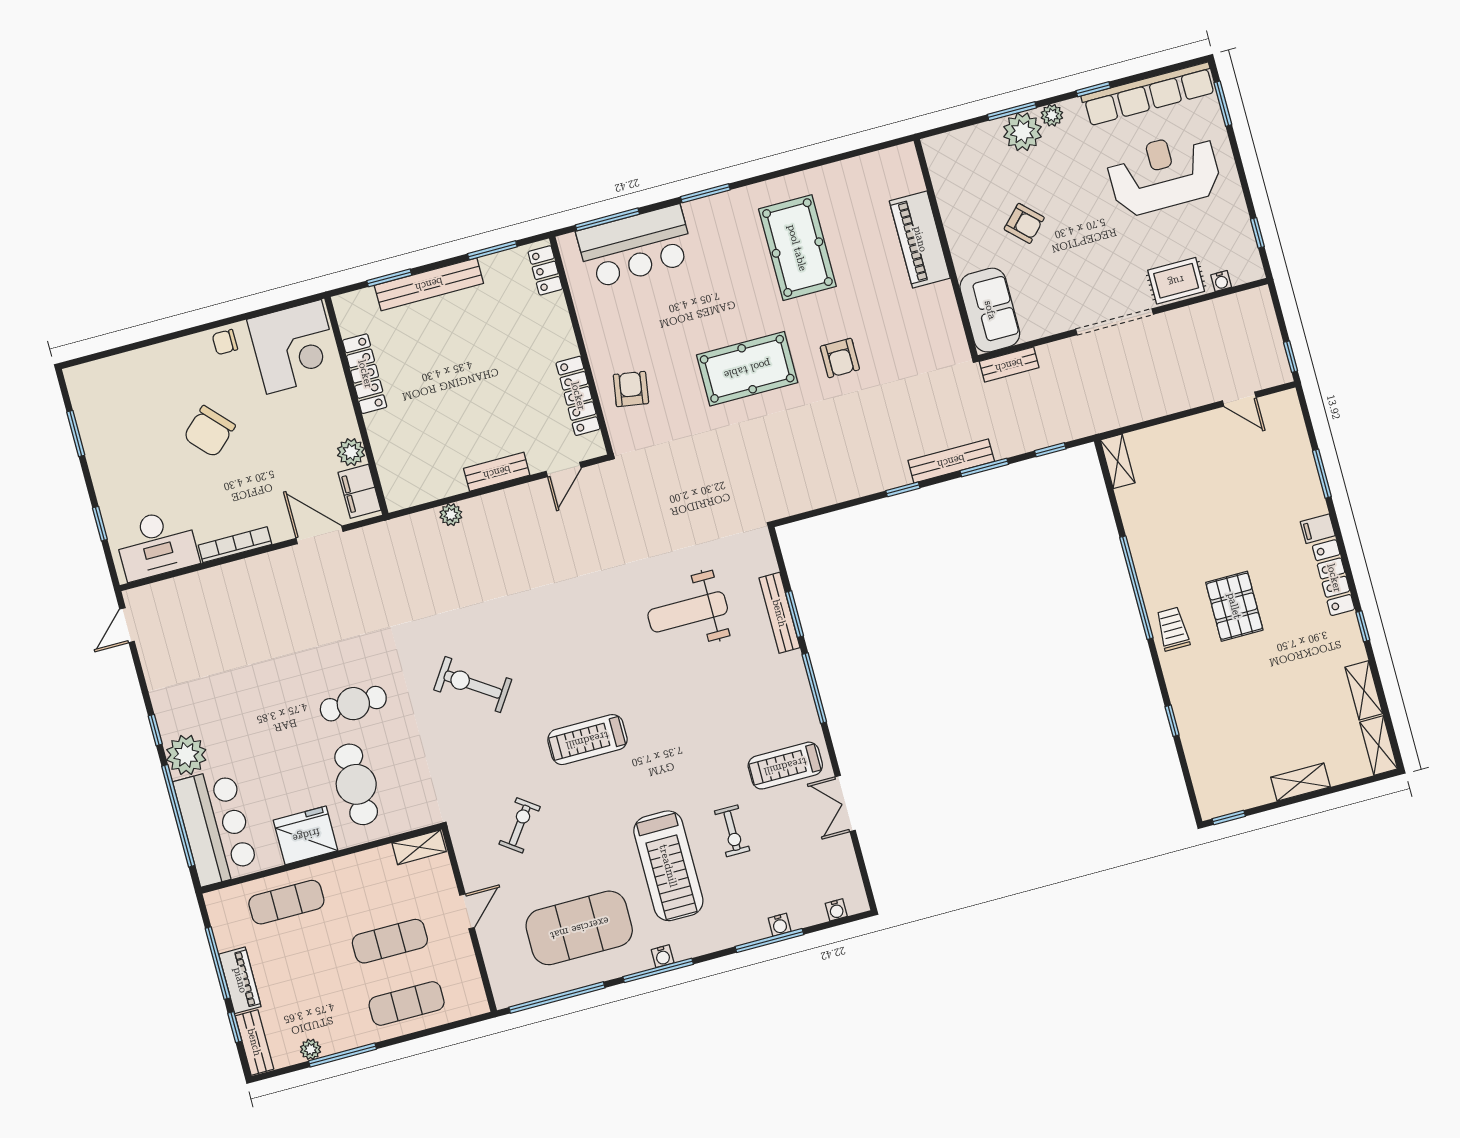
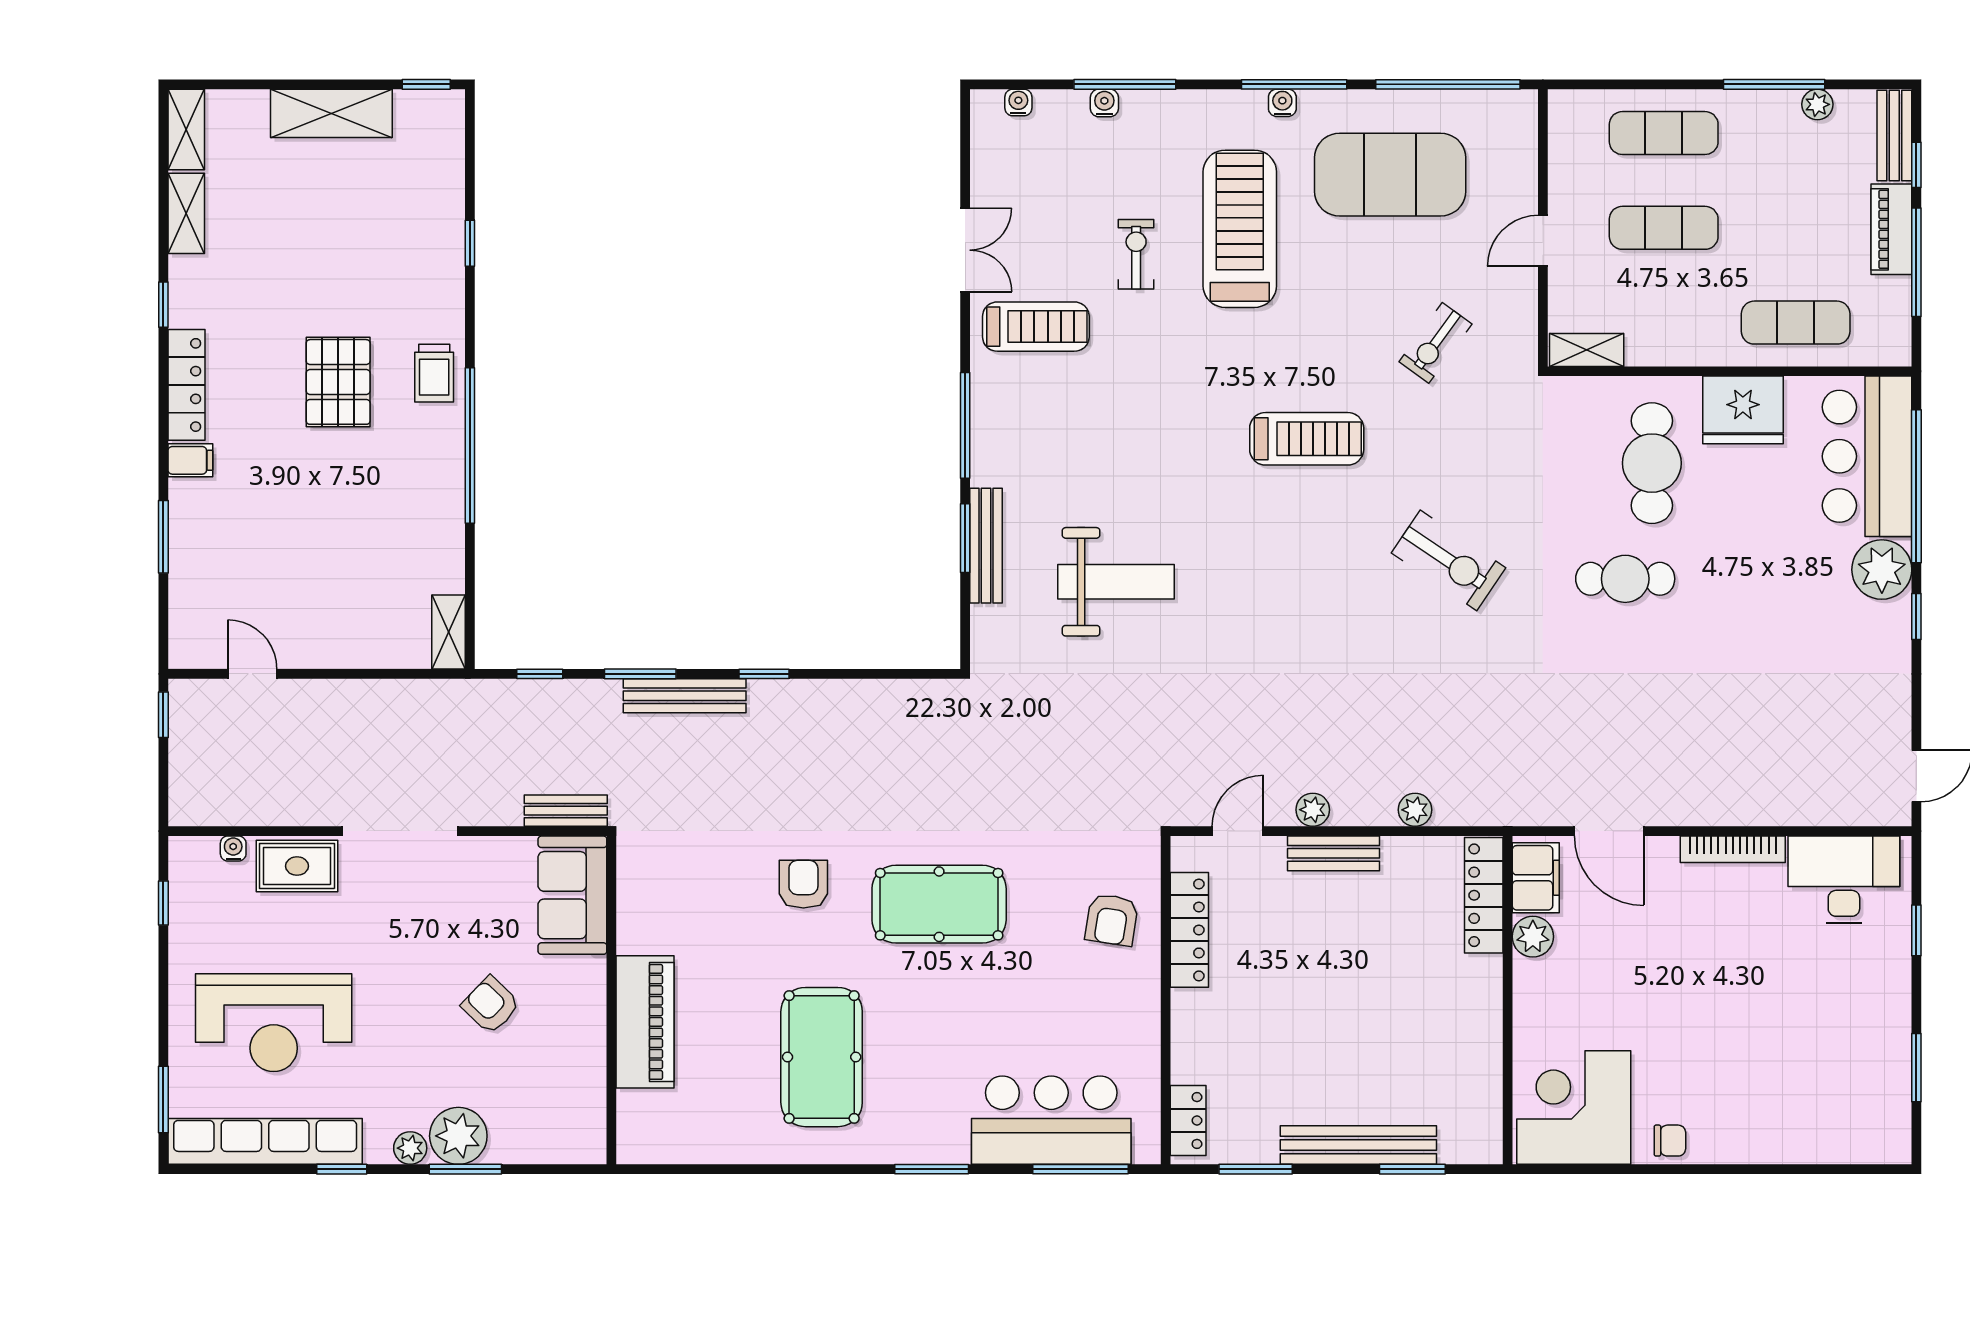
locker: (365, 374) -> (1484, 895), moved
chair: (209, 431) -> (1726, 1020), removed
plant: (518, 497) -> (1313, 810), added
shelving: (1300, 782) -> (331, 113), width x1.50, depth x1.33

